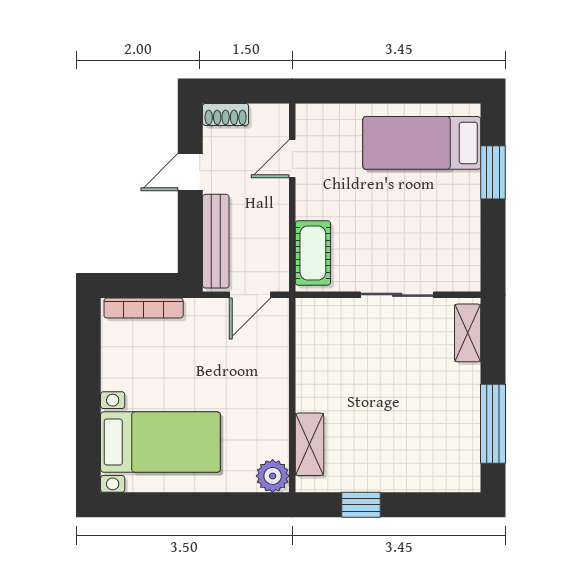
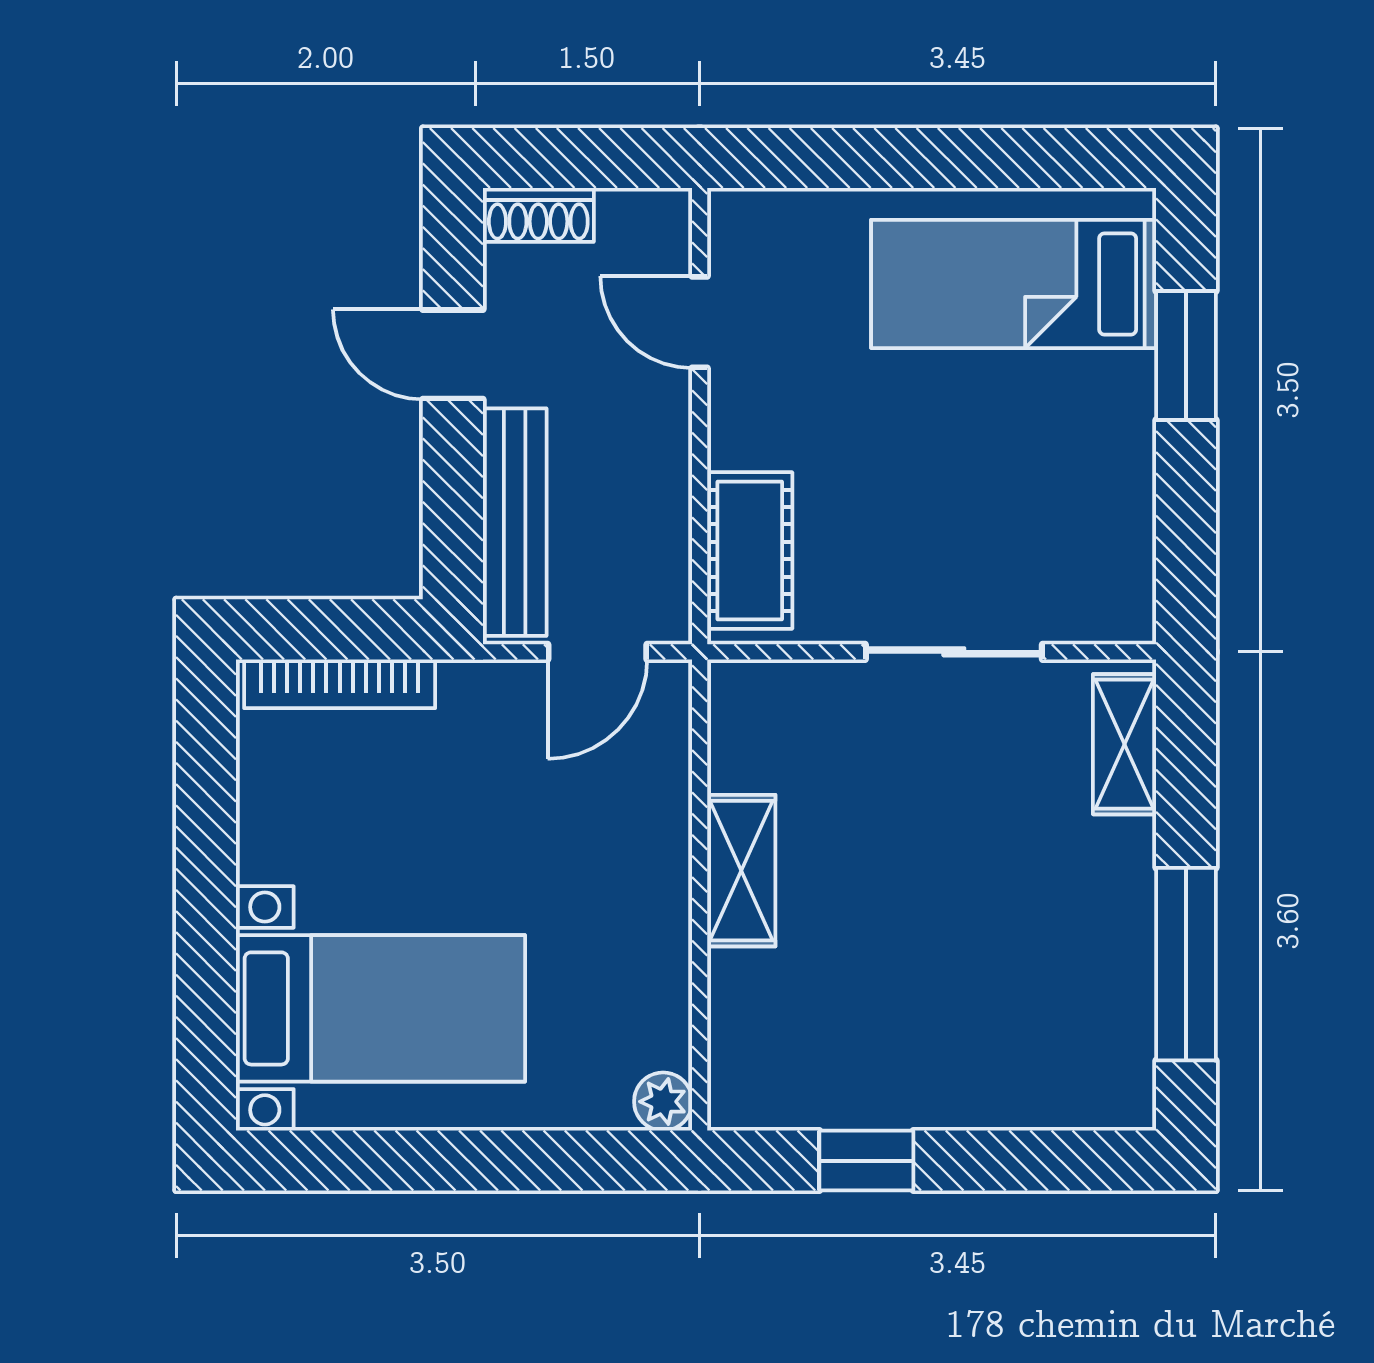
door: (292, 159) -> (700, 322), hinge flipped
door: (190, 172) -> (453, 354), hinge flipped
shelving: (309, 444) -> (741, 871), moved
plant: (273, 476) -> (663, 1102), width x0.73, depth x0.73

